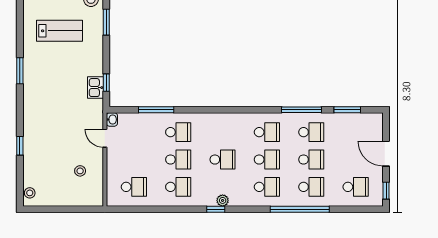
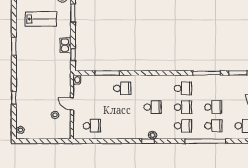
kitchen sink: (95, 88) -> (66, 45), moved
school desk: (311, 132) -> (213, 88), removed
door: (105, 138) -> (72, 104), moved
school desk: (178, 160) -> (122, 107), removed
school desk: (178, 187) -> (122, 126), removed

